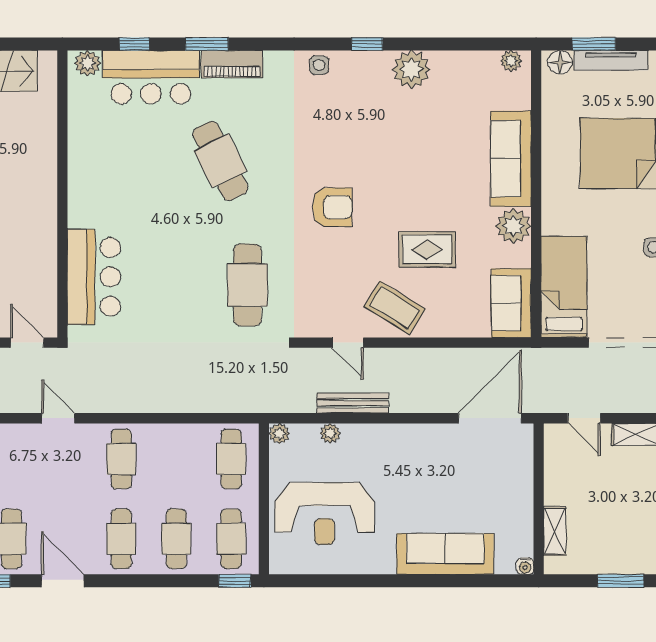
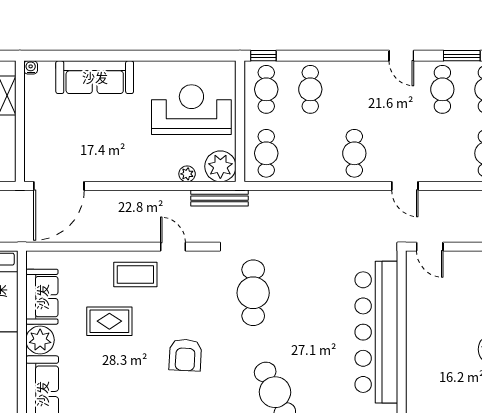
armchair: (332, 207) -> (185, 355), turned -87
bar counter: (94, 277) -> (376, 332), width x1.86
sofa: (511, 303) -> (42, 297), moved
coffee table: (395, 308) -> (135, 274), turned -32
bench: (353, 403) -> (219, 198), moved
plant: (279, 434) -> (220, 166), width x1.88, depth x1.88
cafe table: (121, 539) -> (354, 89), removed
door: (63, 581) -> (401, 56), width x0.73

